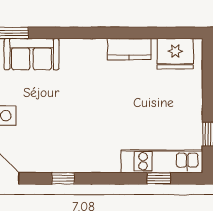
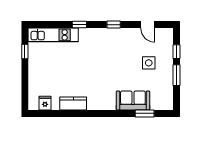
fridge: (175, 54) -> (45, 103), width x0.53, depth x0.75
window: (159, 178) -> (79, 25), moved

